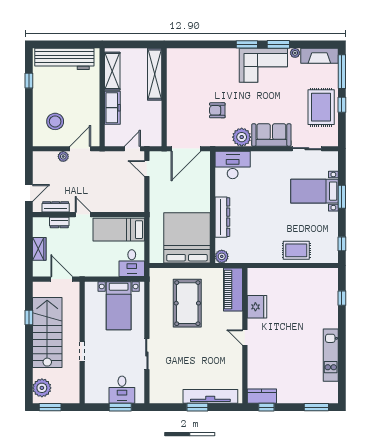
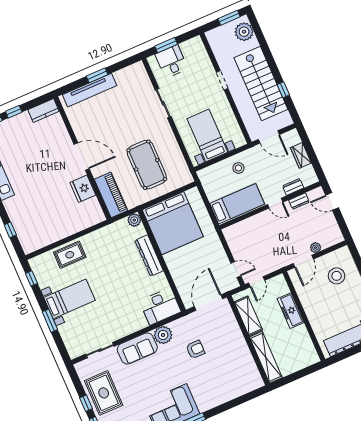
shelving: (112, 71) -> (248, 316), moved
bed with nightstands: (315, 191) -> (70, 299), moved
door: (29, 193) -> (332, 201), hinge flipped
dresser: (56, 207) -> (299, 201), width x0.70
stool: (103, 263) -> (239, 168), added
desk: (132, 263) -> (212, 179), removed
door: (245, 338) -> (82, 156), width x1.88
window: (266, 407) -> (14, 112), moved

